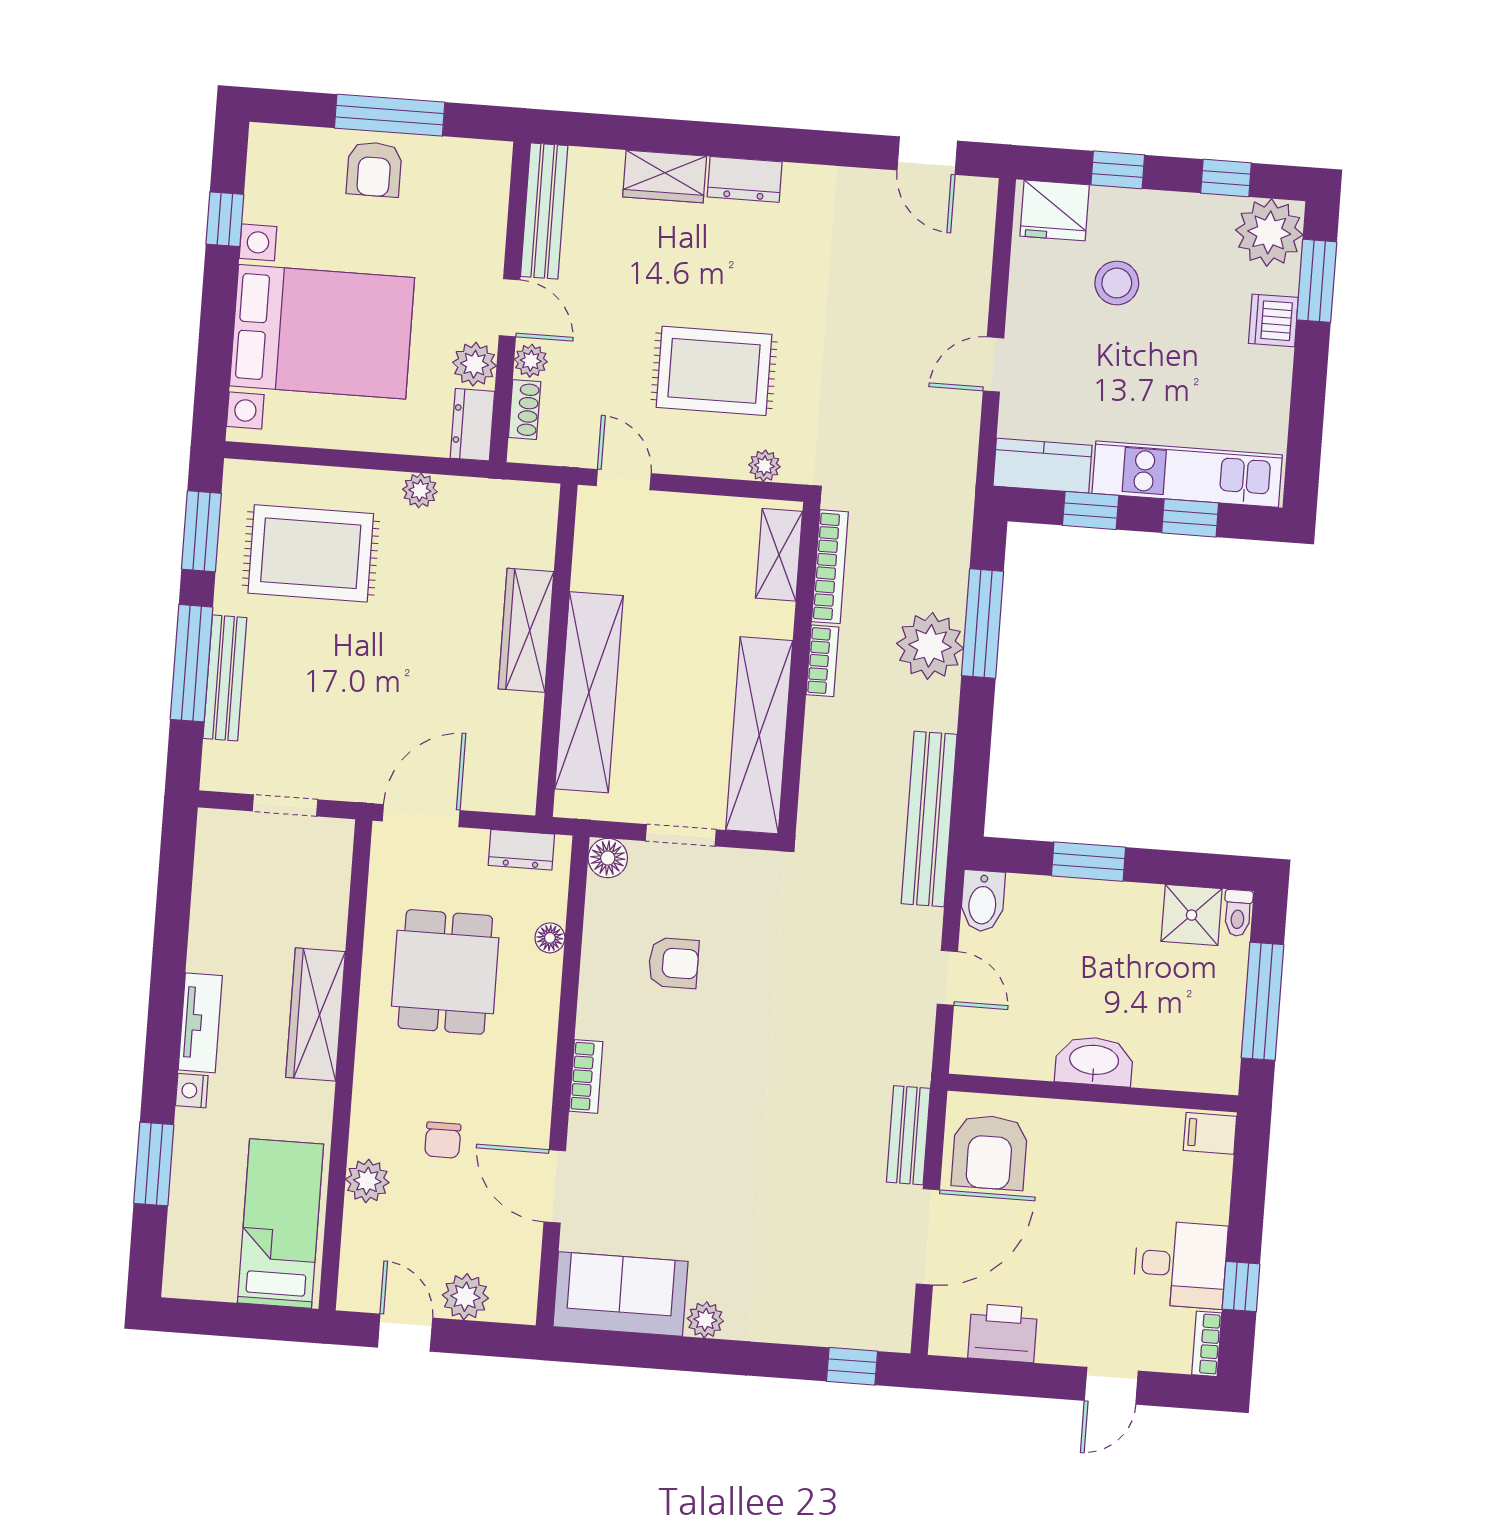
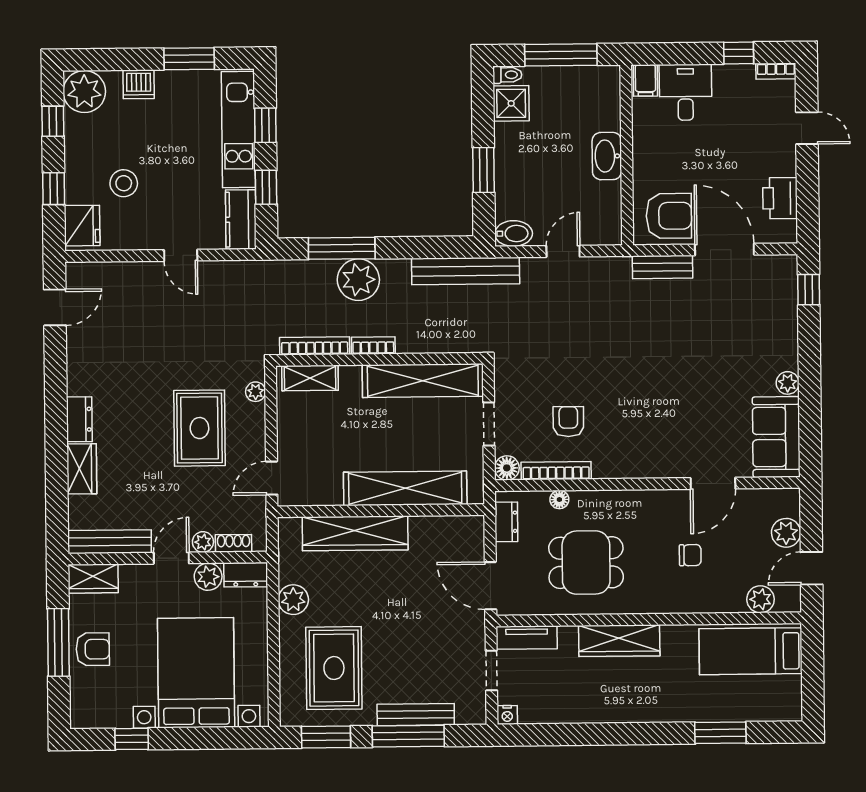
wardrobe: (487, 180) -> (93, 579), added
window: (1317, 281) -> (189, 59), moved
plant: (420, 490) -> (293, 600), width x1.38, depth x1.38
wardrobe: (526, 630) -> (355, 533), width x1.40, depth x1.17
tv unit: (200, 1023) -> (527, 638), moved, turned 180
bookcase: (586, 1076) -> (556, 471), moved, width x1.56
nightstand: (192, 1091) -> (507, 715), moved
plant: (367, 1181) -> (761, 599), moved
desk: (1180, 1264) -> (686, 92), moved

